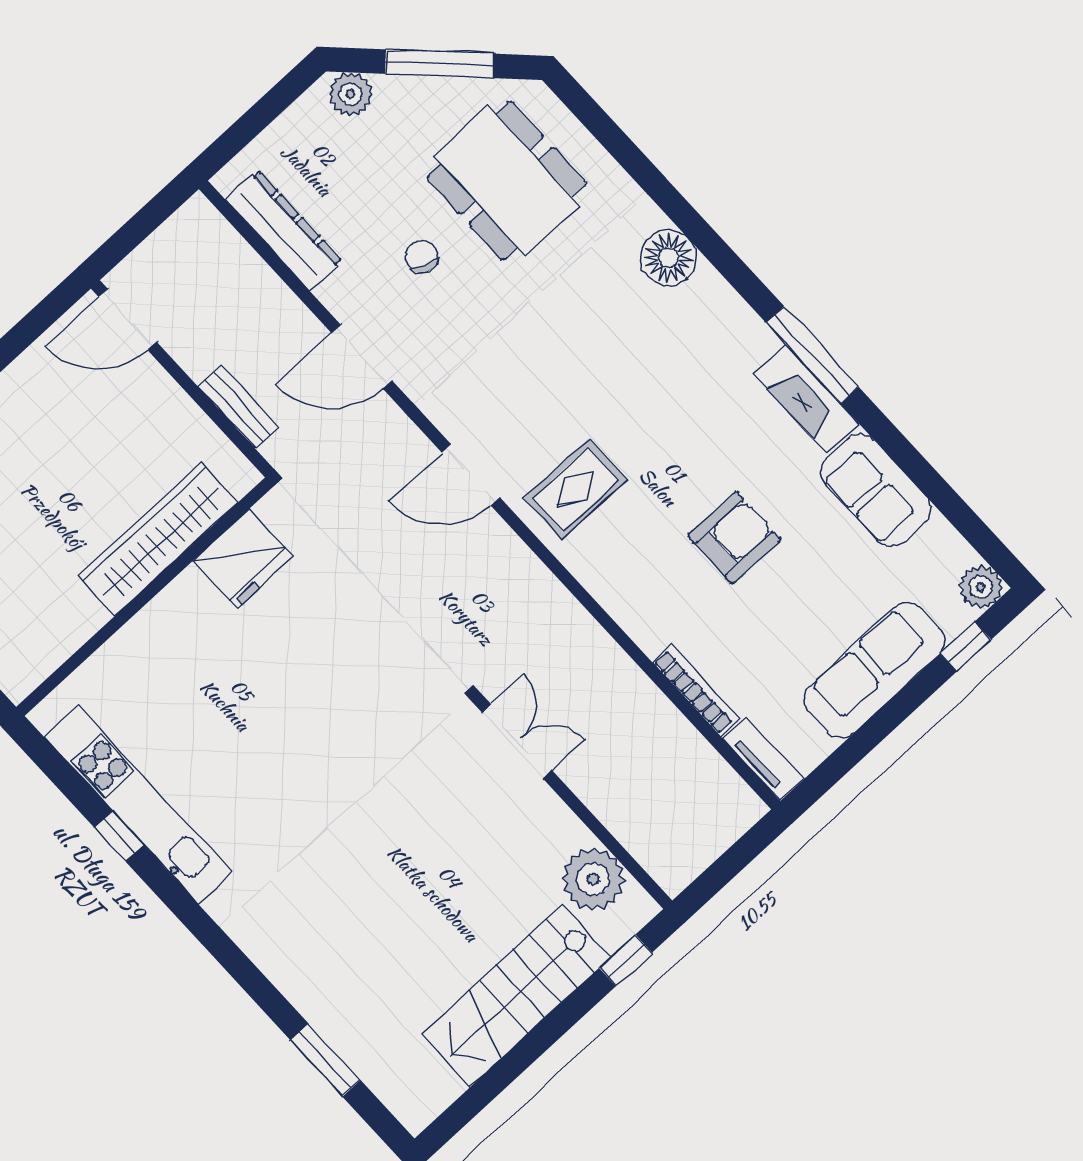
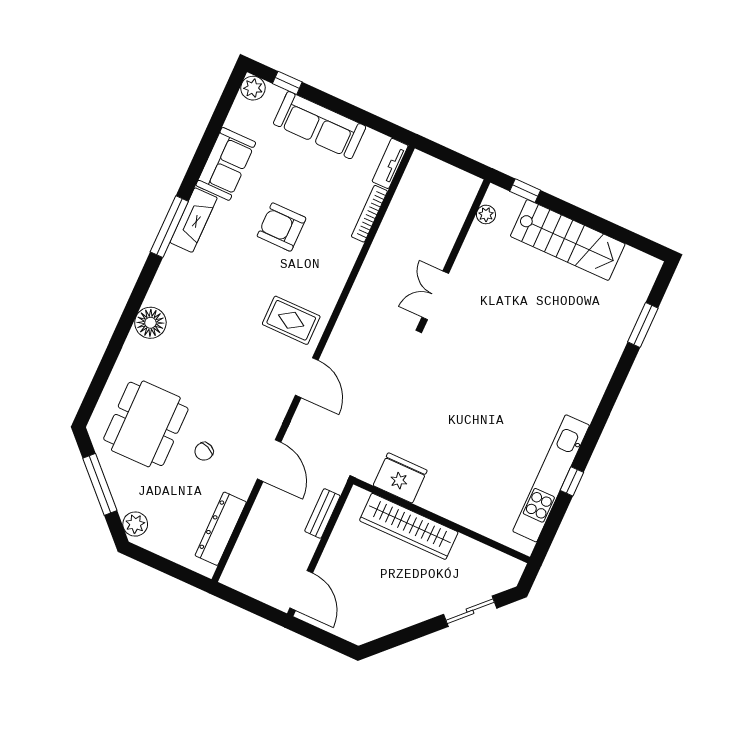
plant: (593, 879) -> (486, 214), width x0.53, depth x0.53

